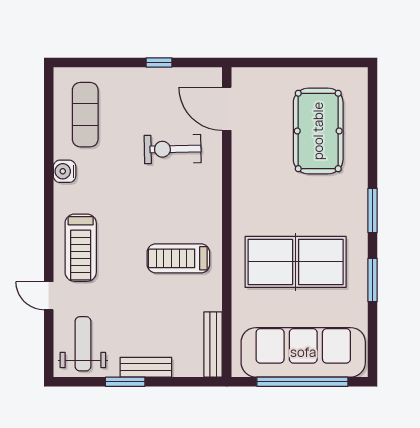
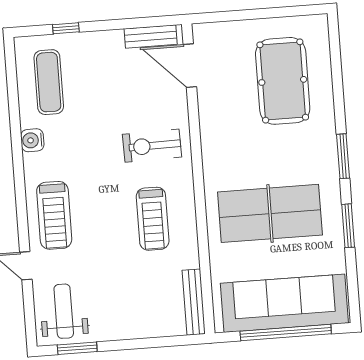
window: (159, 62) -> (66, 28), moved
exercise bike: (173, 149) -> (152, 146), moved
treadmill: (178, 258) -> (153, 219), turned -90
bench: (146, 367) -> (151, 37), moved
window: (125, 382) -> (77, 348), moved

